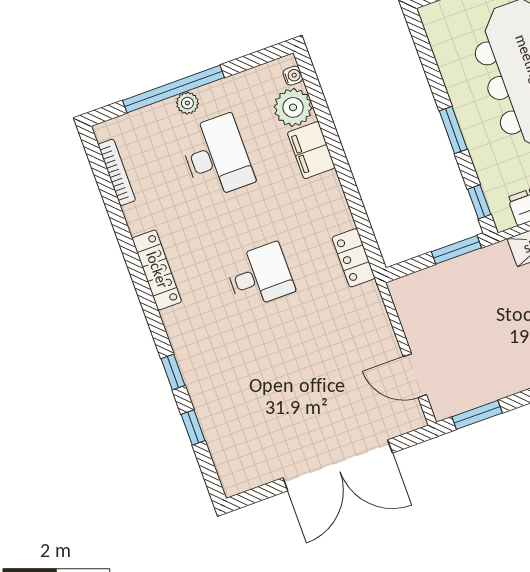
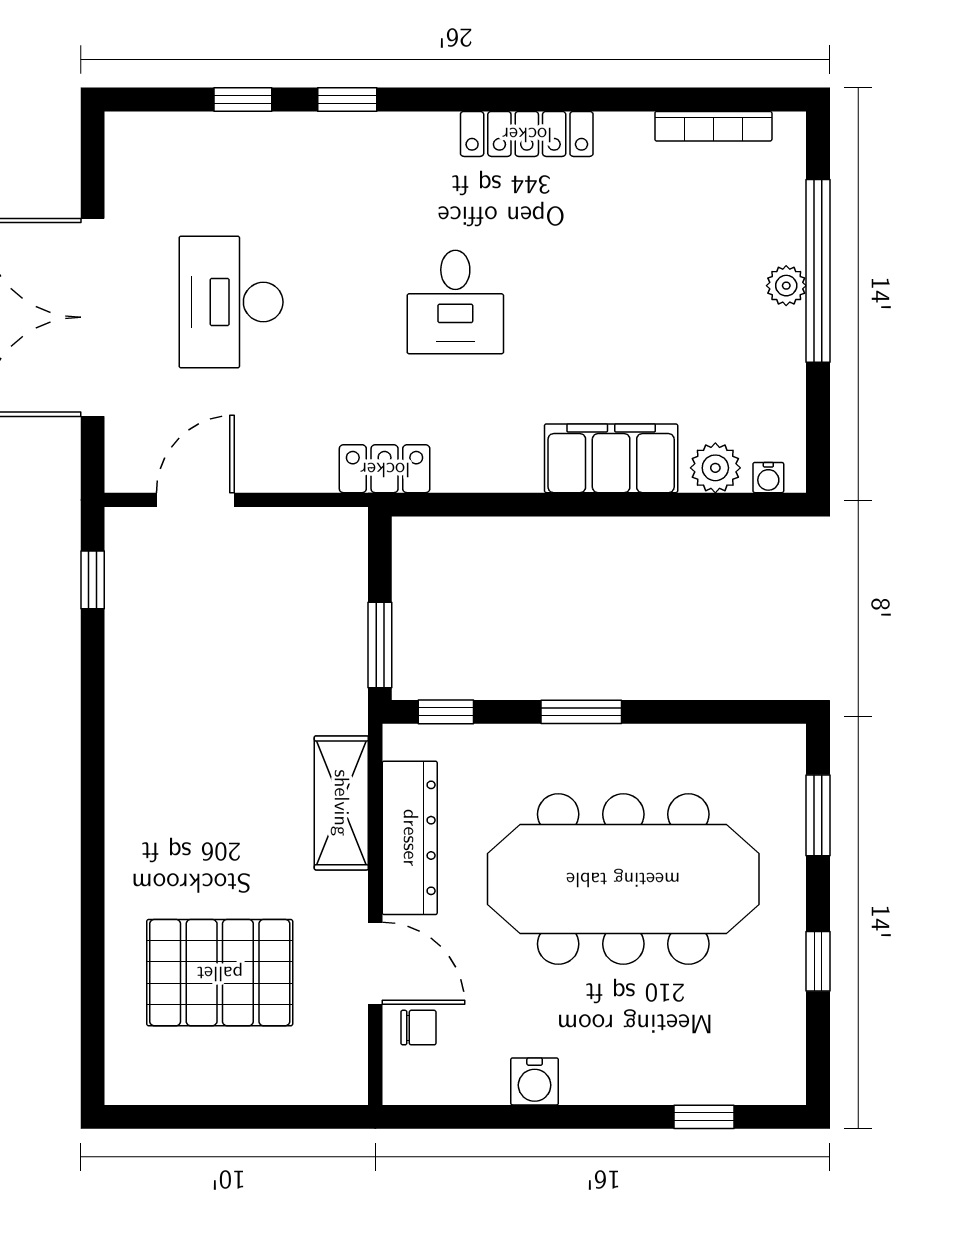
plant: (293, 107) -> (715, 468), width x0.73, depth x0.73
filing cabinet: (311, 150) -> (611, 458), width x1.50, depth x1.17
desk: (217, 157) -> (231, 302), moved, turned 90
locker: (353, 258) -> (385, 469), moved
window: (477, 415) -> (93, 580), width x0.67

